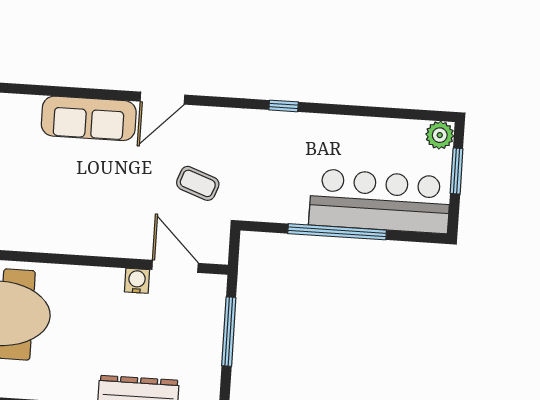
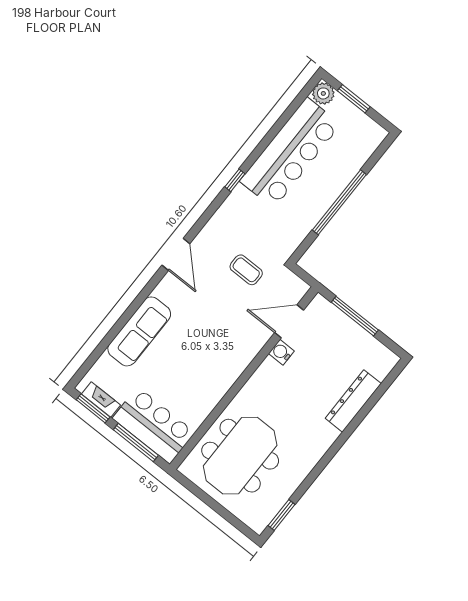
sofa: (89, 118) -> (139, 331), moved
coffee table: (198, 183) -> (246, 270), turned 70
bar counter: (380, 201) -> (290, 153), moved, turned 180

